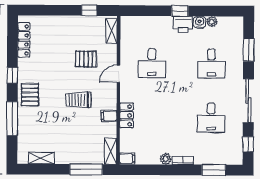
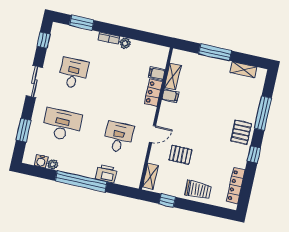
window: (180, 11) -> (81, 181), width x3.17
water cooler: (200, 22) -> (41, 161), moved
printer: (183, 24) -> (106, 174), moved
desk: (211, 64) -> (62, 125), width x1.37
trolley: (78, 100) -> (198, 190), moved
sliding door: (248, 101) -> (34, 82), width x0.73
shelving: (111, 151) -> (173, 76), moved
filing cabinet: (127, 159) -> (157, 74), moved
window: (86, 169) -> (215, 52), moved

